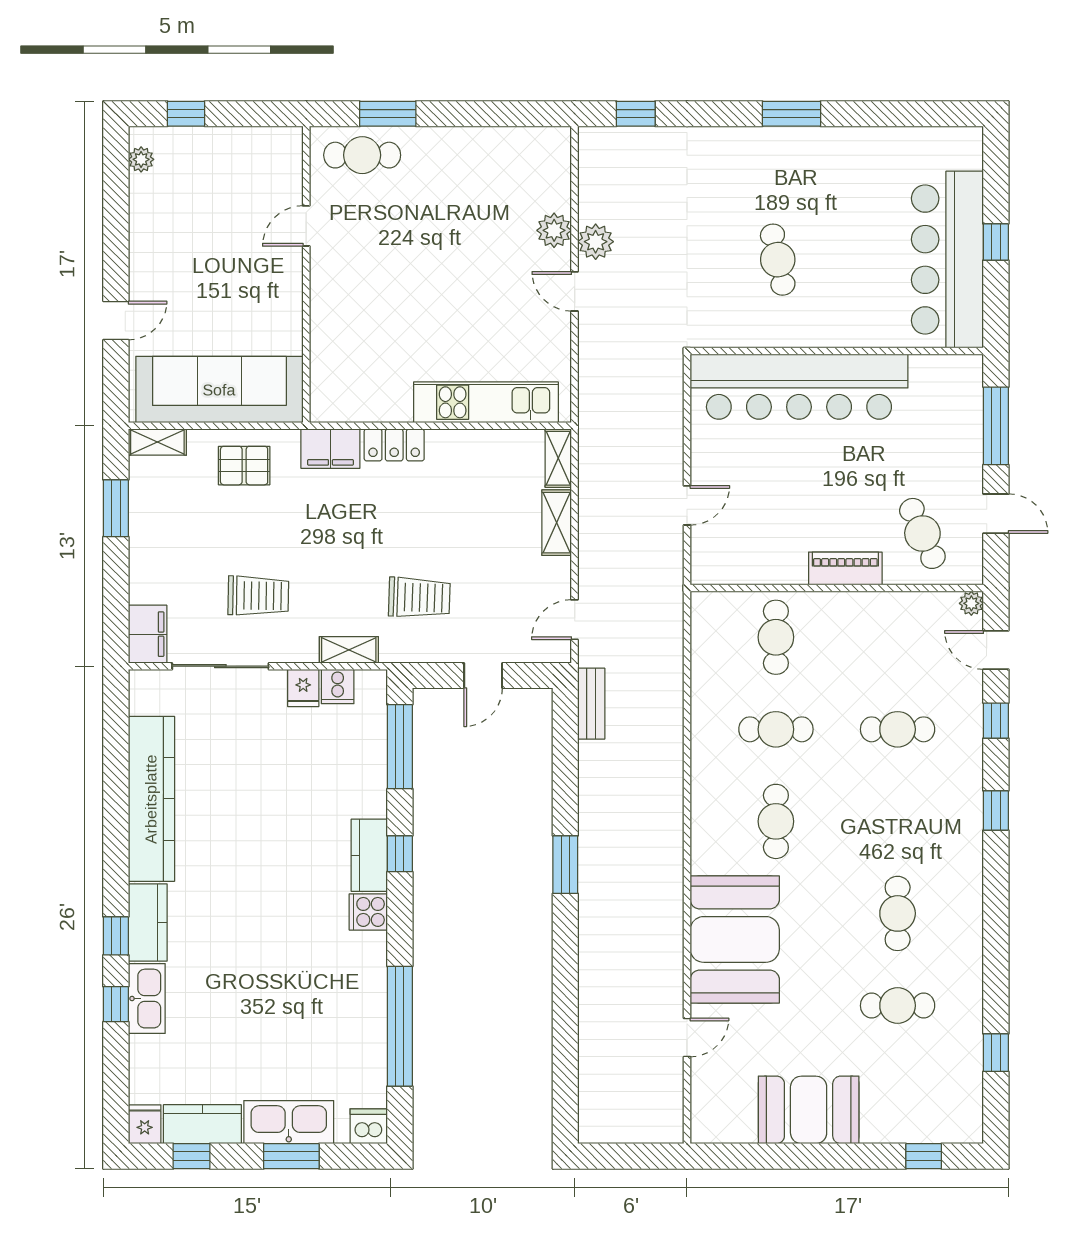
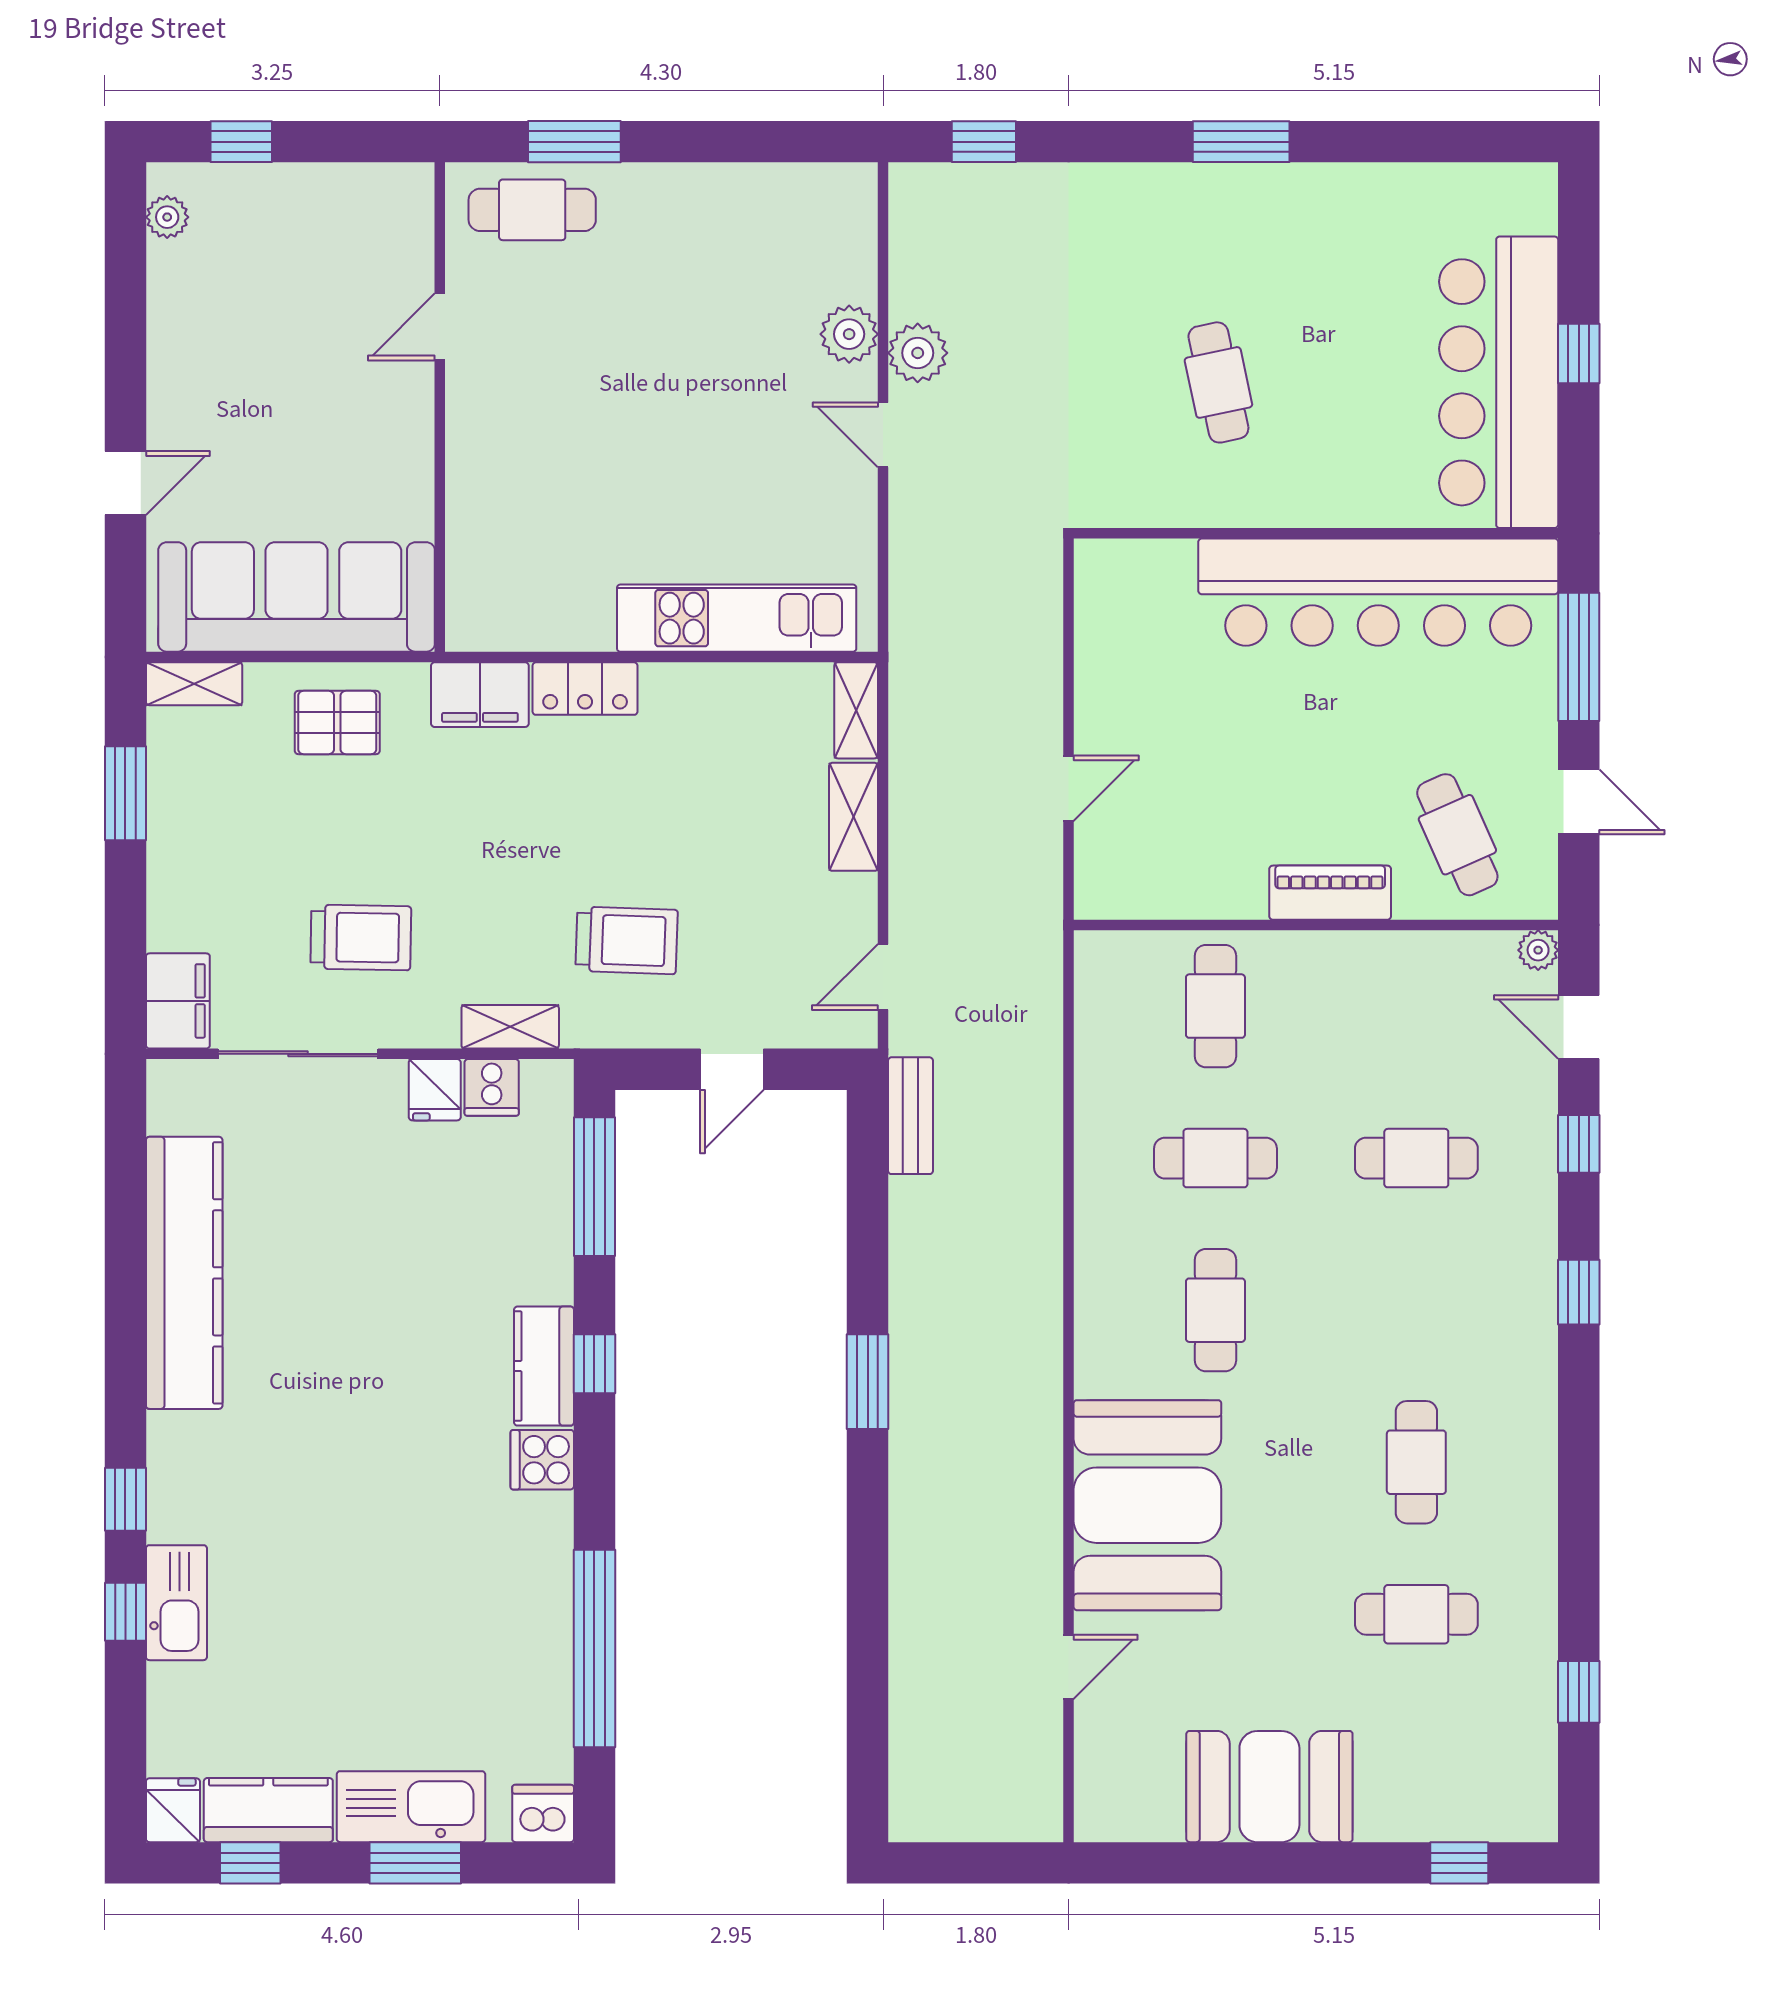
bar counter: (799, 387) -> (1378, 592), moved
kitchen counter: (148, 922) -> (178, 1477), removed

